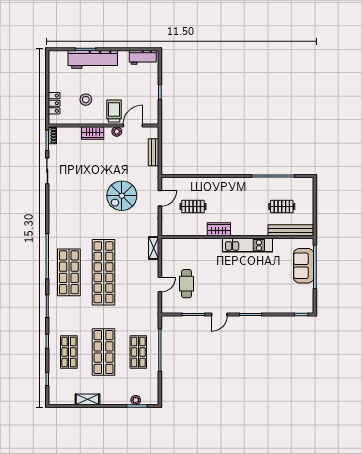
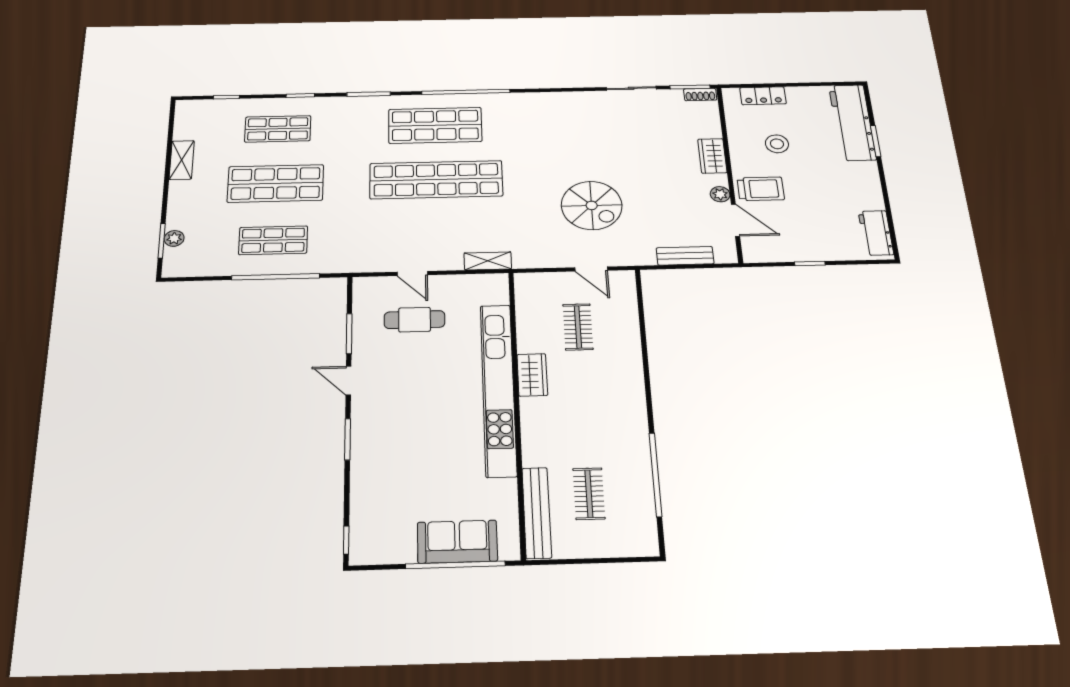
workbench: (93, 59) -> (852, 122), moved
spiral stairs: (122, 196) -> (592, 205), turned 180
kitchen unit: (247, 245) -> (498, 389), width x1.86

